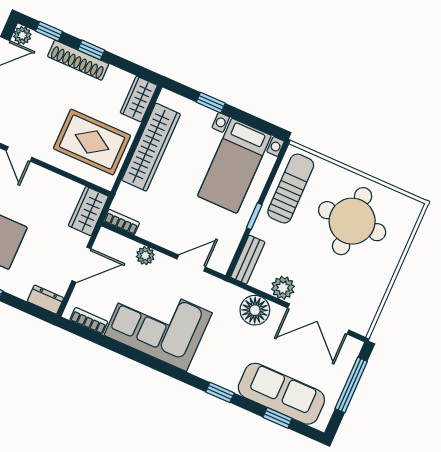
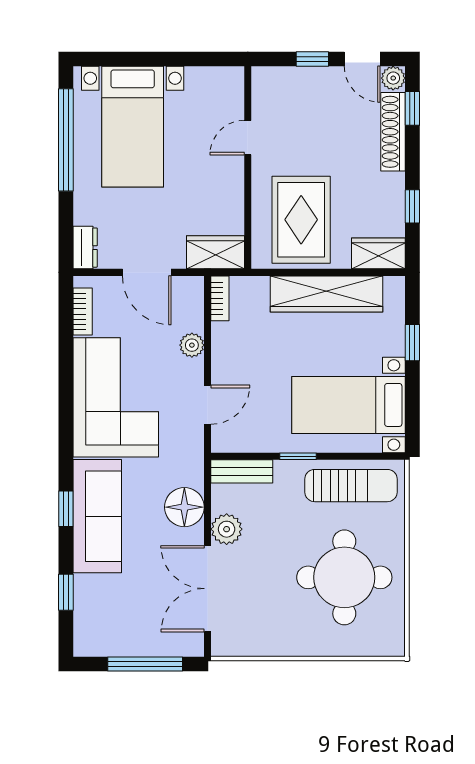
window: (91, 50) -> (412, 206), moved
shoe rack: (78, 60) -> (393, 132), moved
door: (191, 263) -> (208, 405), hinge flipped
sofa: (281, 394) -> (97, 516), moved

